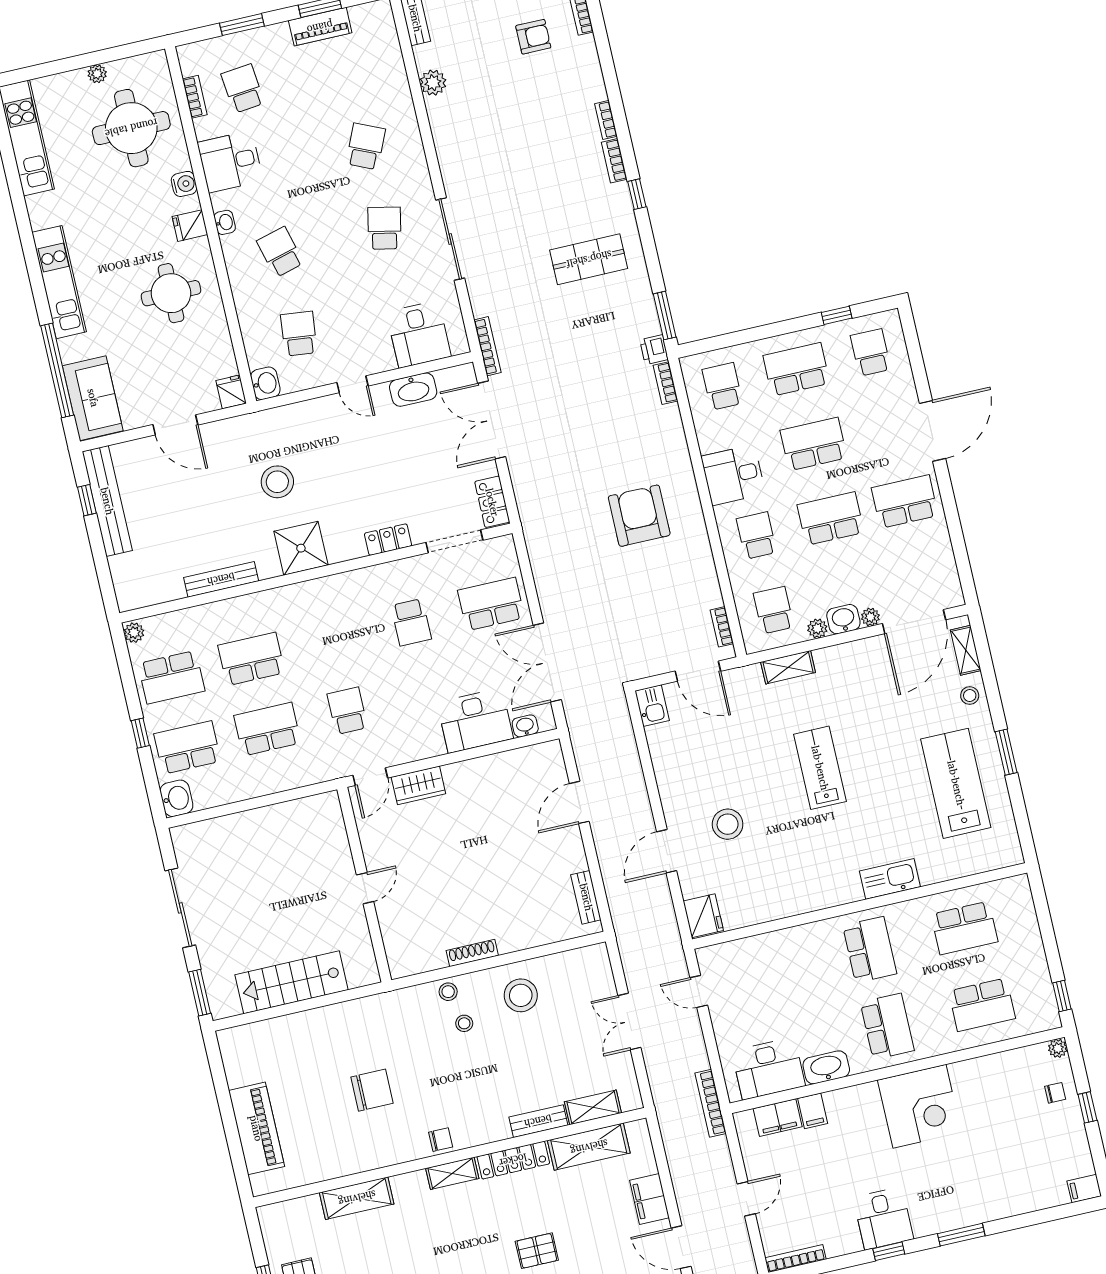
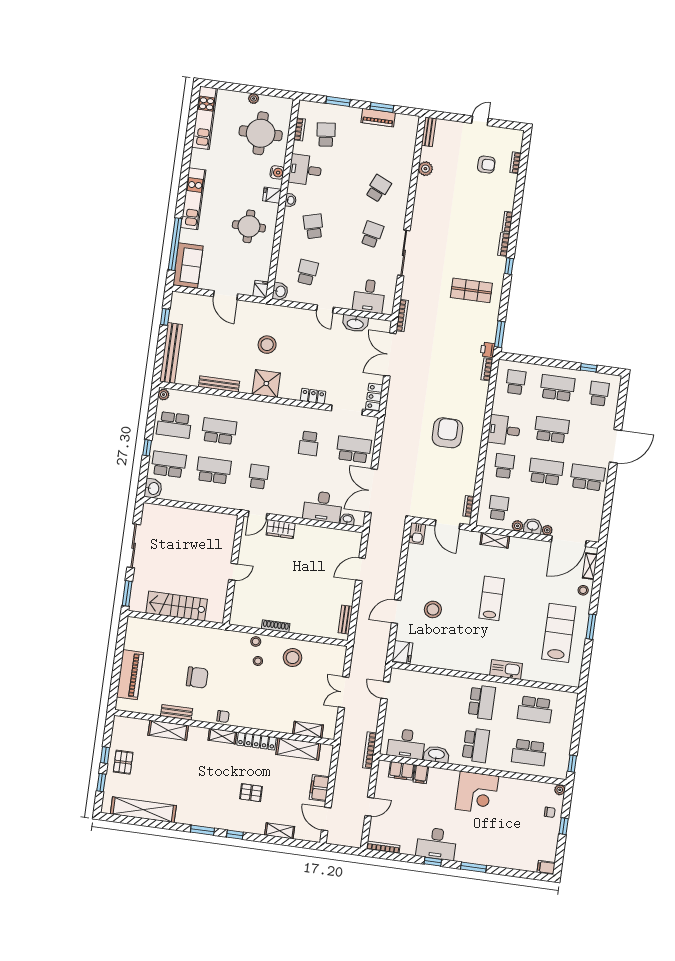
bench: (107, 501) -> (171, 353), moved
bench: (538, 1121) -> (177, 712), moved
desk: (883, 1218) -> (436, 844), width x1.37

